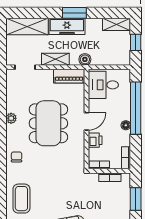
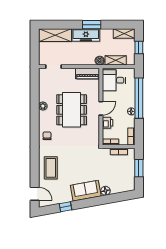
shelving: (55, 59) -> (116, 60), moved

